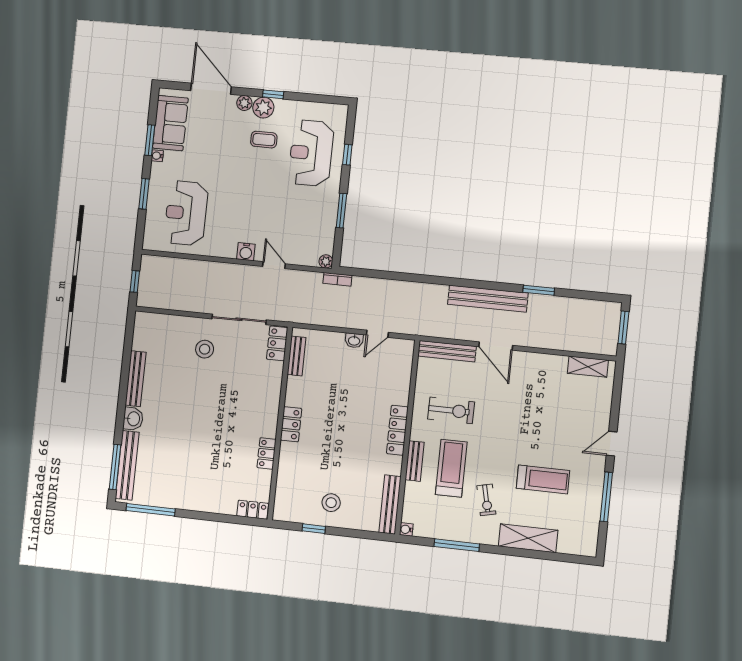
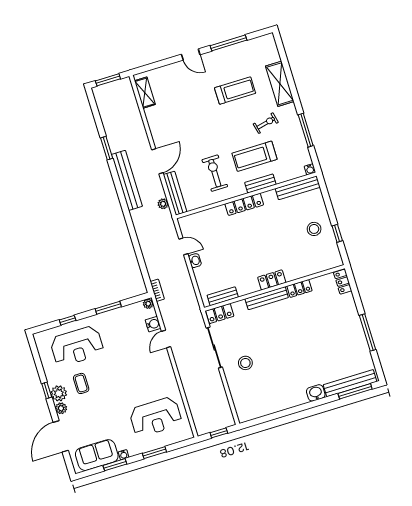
water cooler: (246, 252) -> (153, 324), moved
plant: (440, 331) -> (163, 204), added
bench: (136, 379) -> (267, 298), moved
treadmill: (543, 479) -> (235, 91), turned 90
window: (151, 510) -> (368, 332), moved

